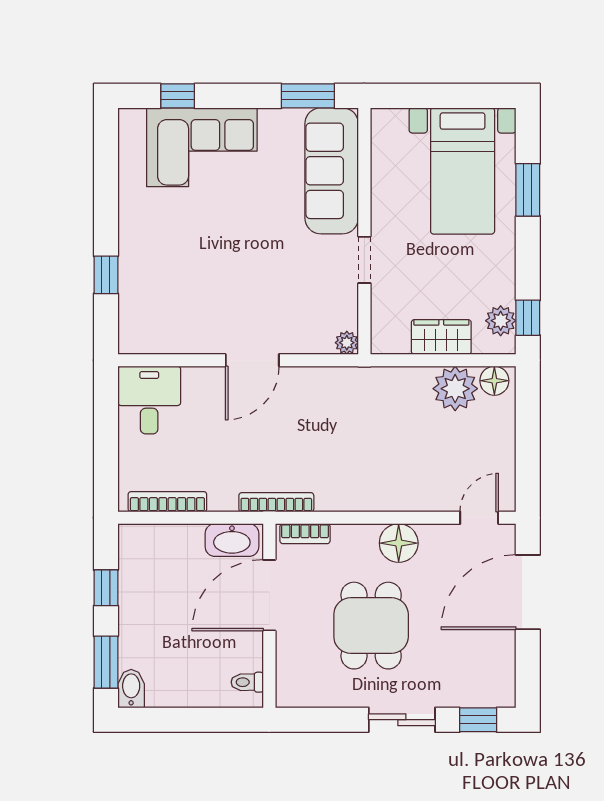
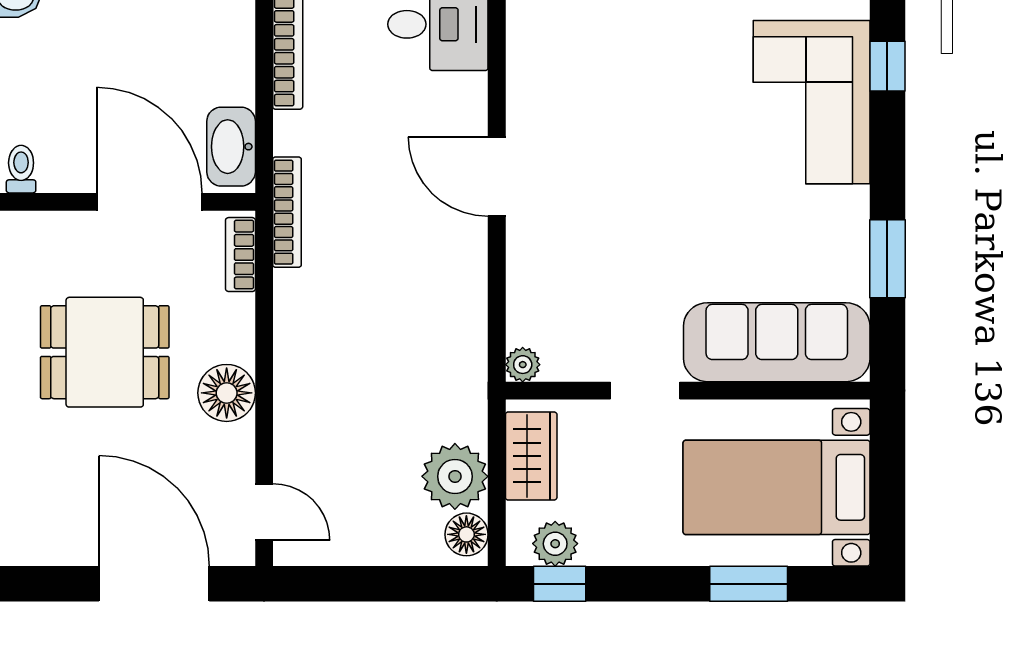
sofa: (332, 171) -> (777, 342), moved
wall: (364, 231) -> (688, 391), moved
doorway: (364, 260) -> (645, 391), moved
plant: (347, 343) -> (523, 365), moved

